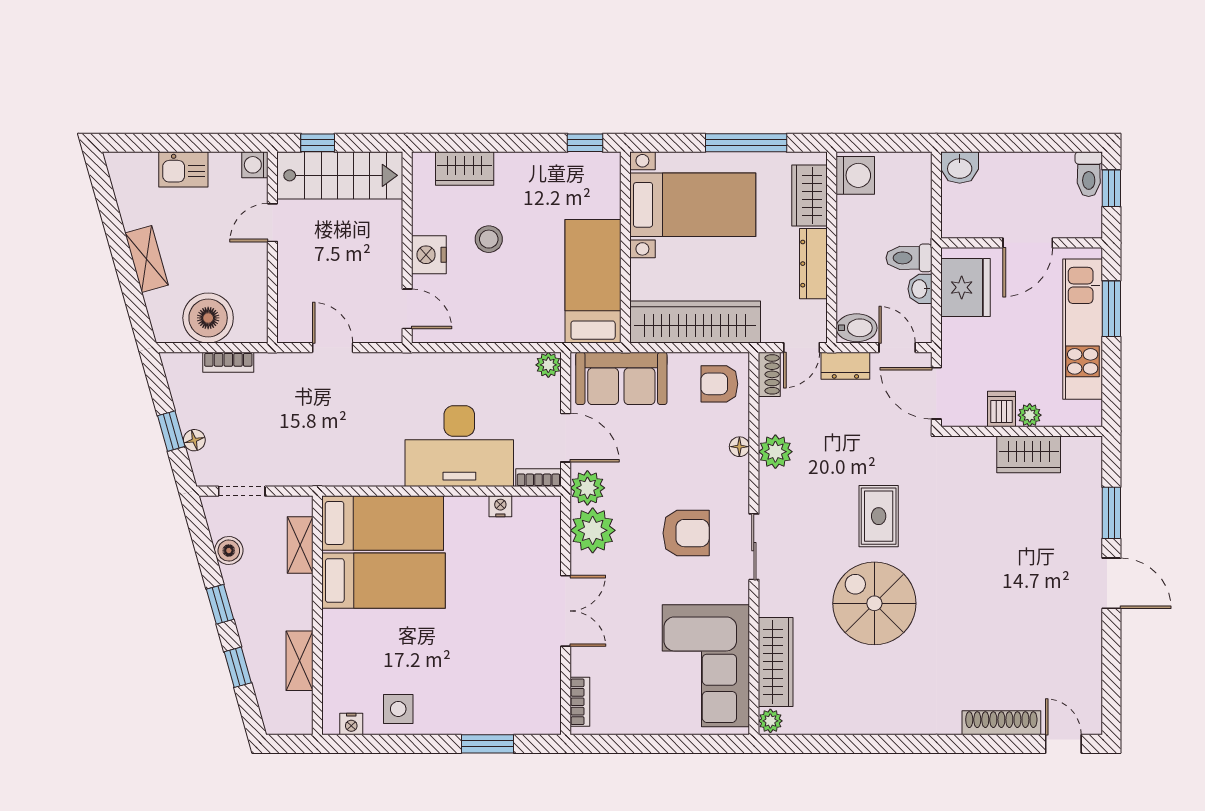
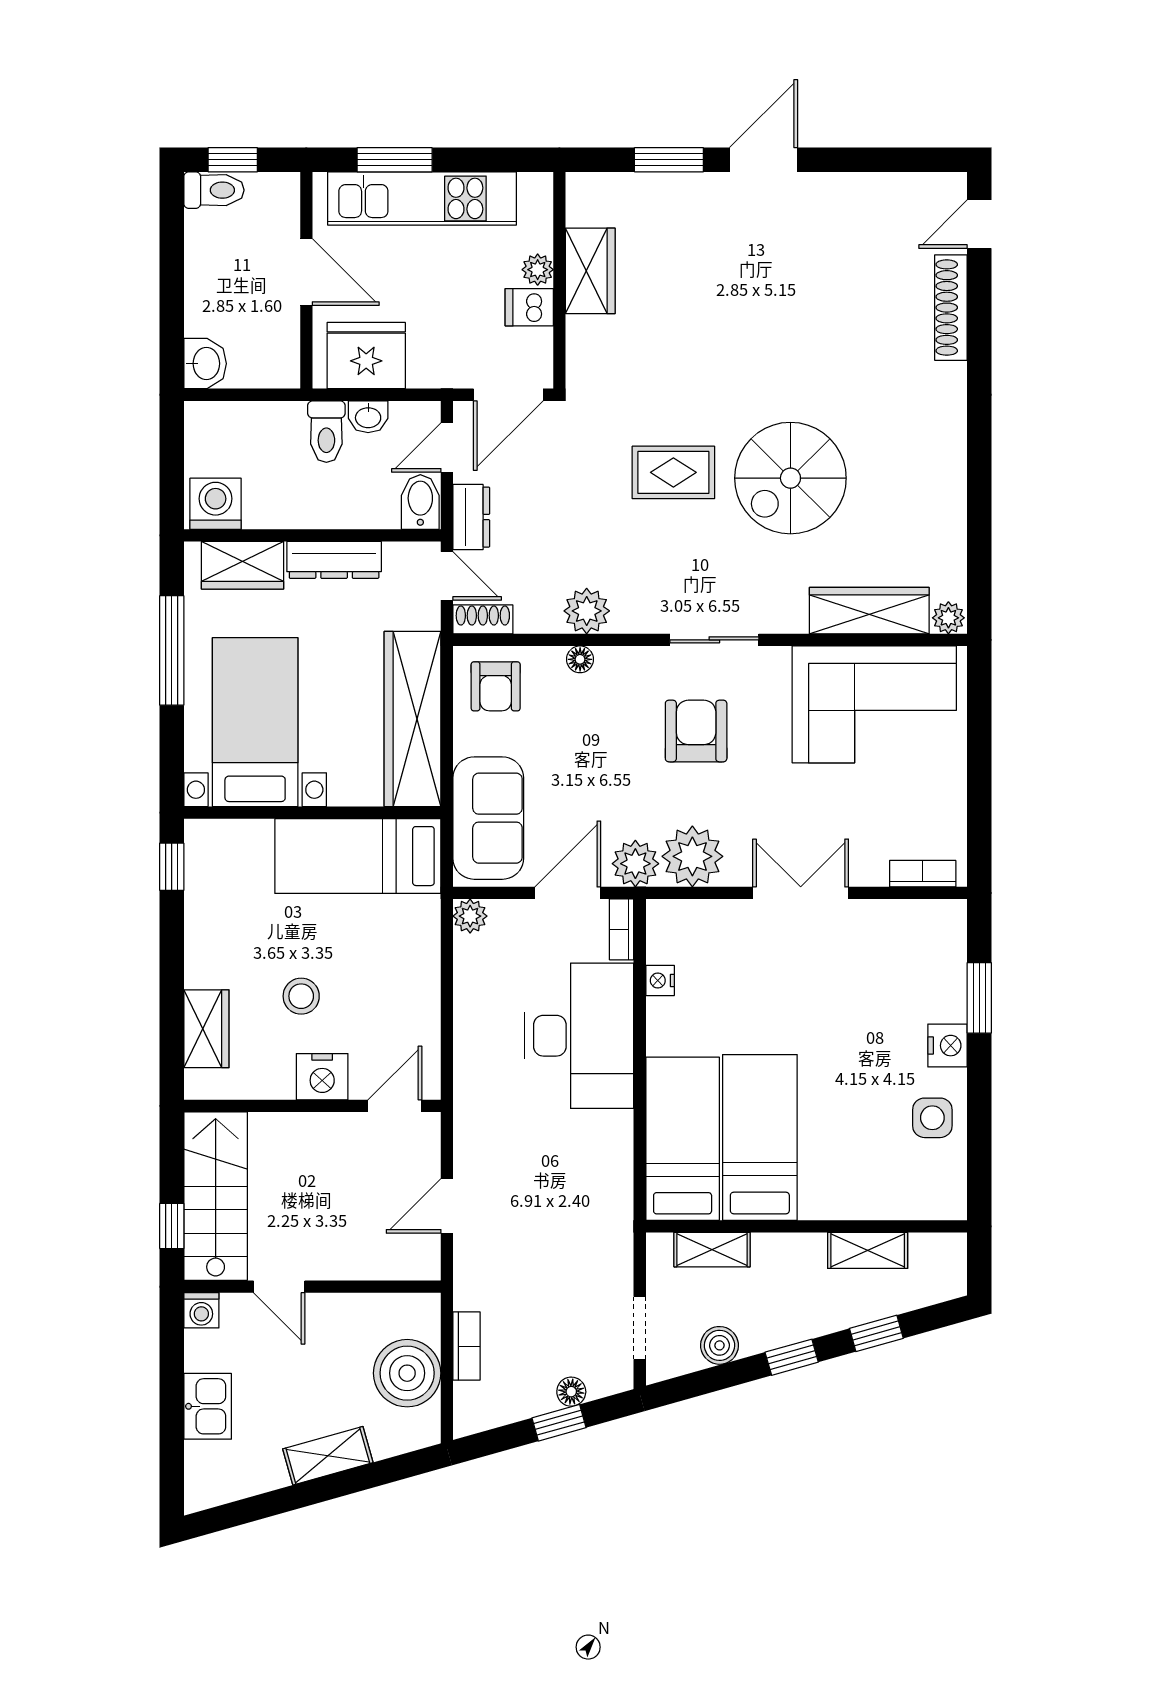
nightstand: (351, 724) -> (947, 1046), moved, width x1.39, depth x1.35

